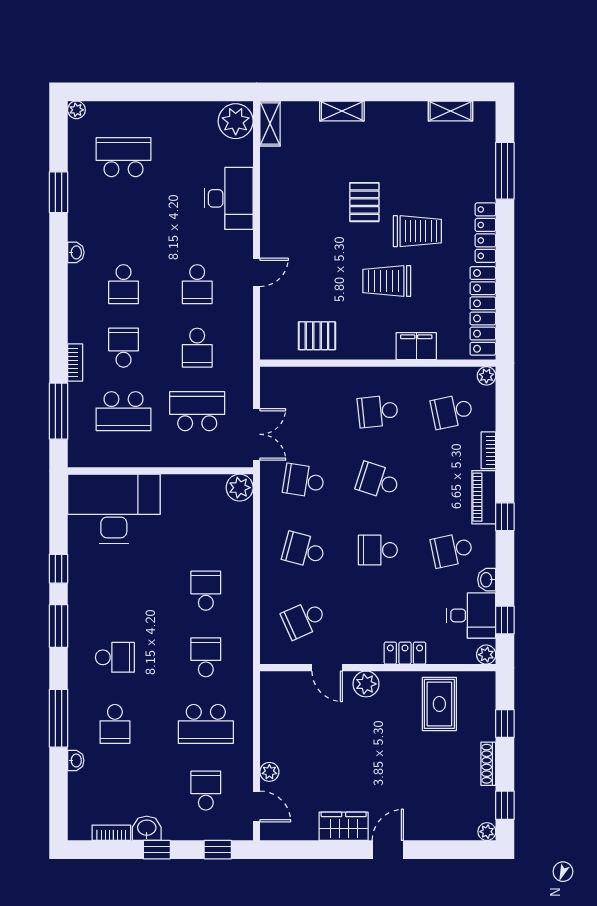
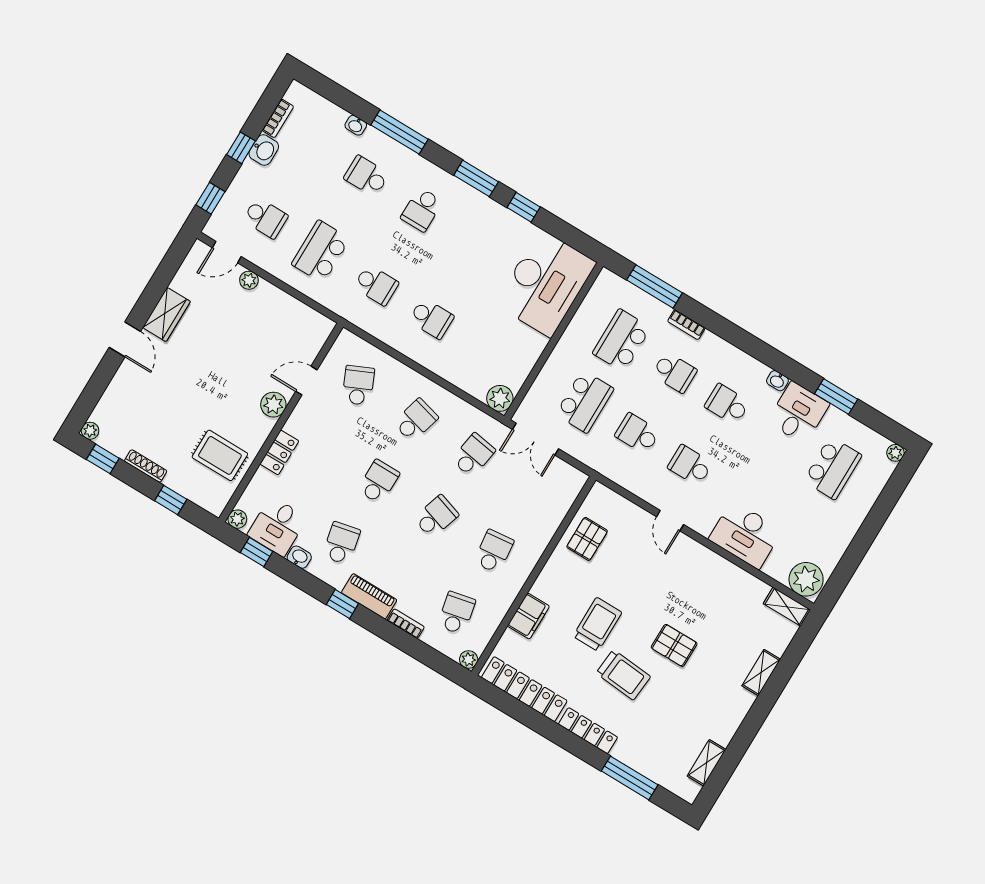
desk: (93, 217) -> (798, 413), added
trolley: (417, 231) -> (623, 675), turned -85

